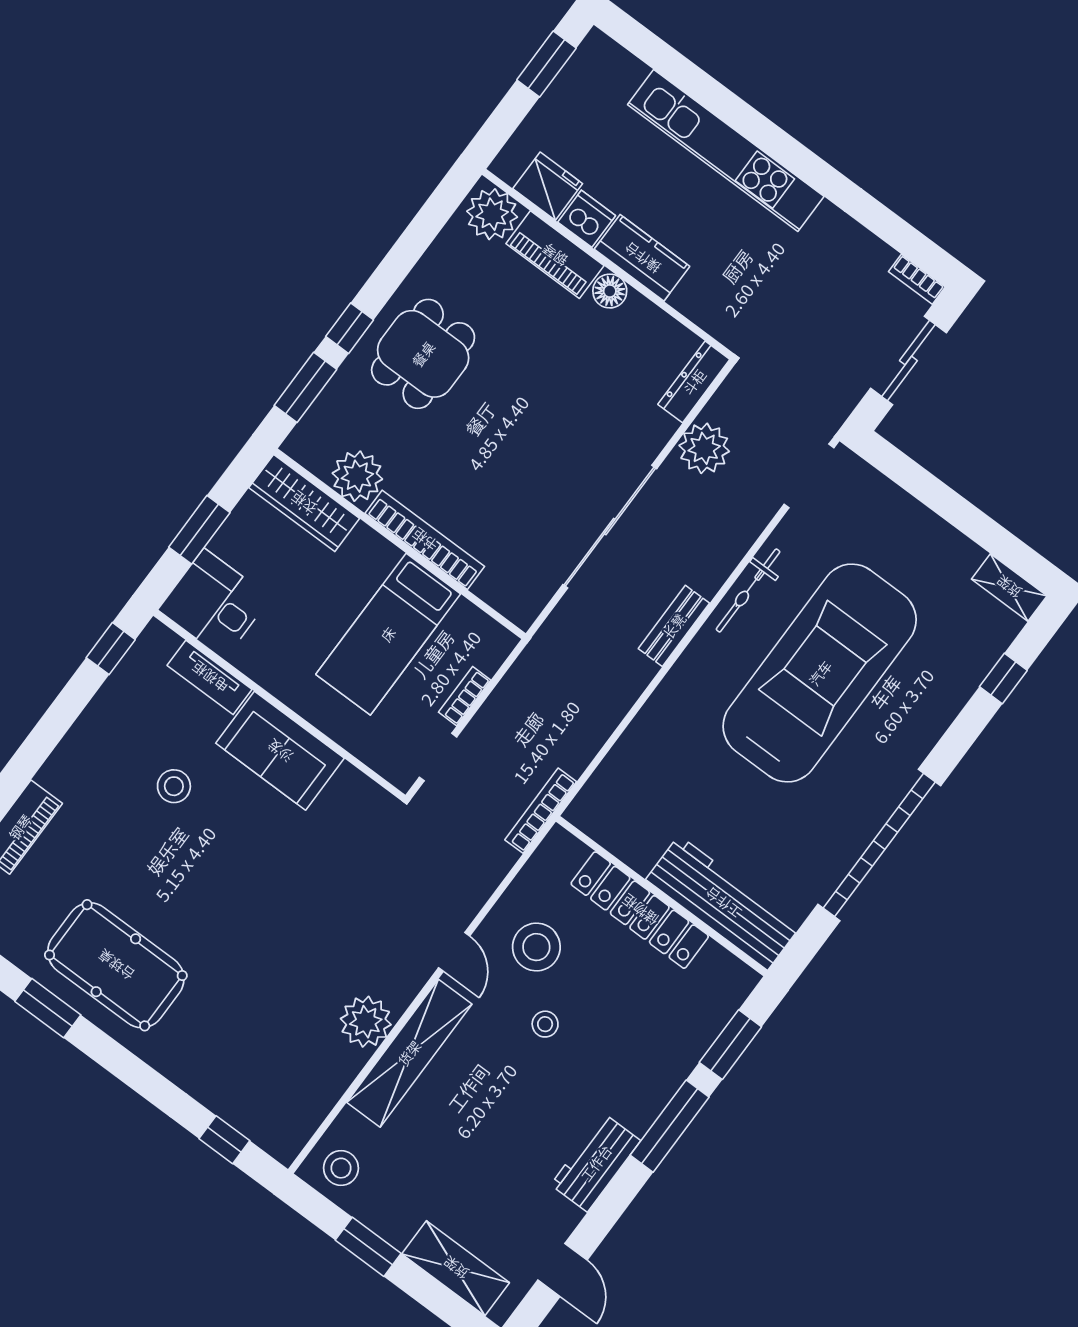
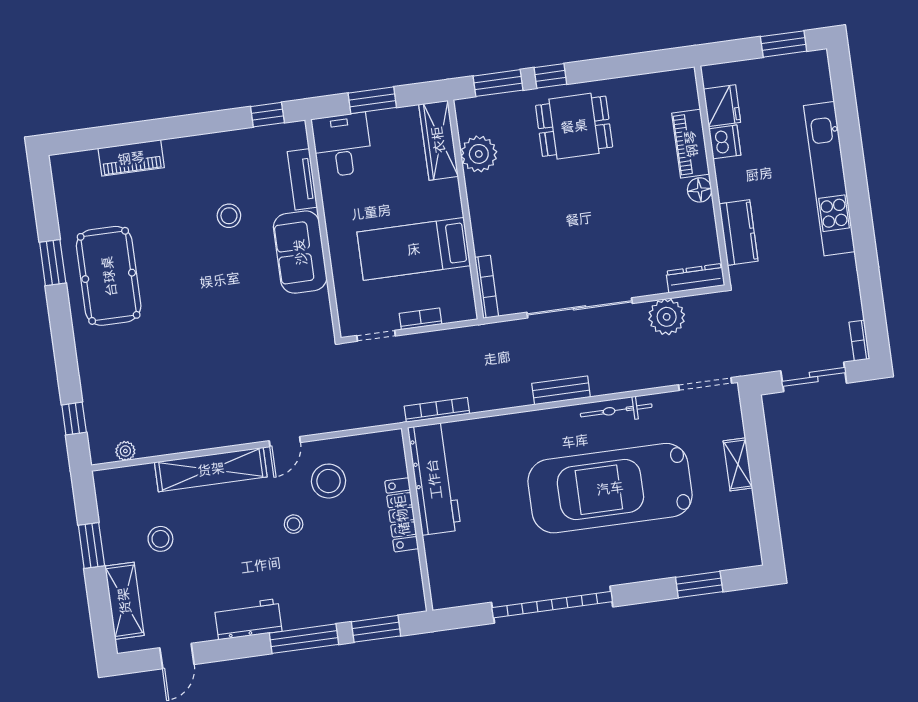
plant: (492, 214) -> (680, 91), removed
kitchen counter: (642, 258) -> (738, 232), moved
bookcase: (425, 540) -> (487, 287), moved, width x0.68, depth x0.76
shelving: (1009, 587) -> (738, 464), moved
car: (820, 673) -> (610, 488), turned 180
window: (1003, 678) -> (699, 585), width x1.50
bookcase: (541, 811) -> (437, 410), moved
workbench: (723, 903) -> (434, 479), moved
locker: (640, 910) -> (402, 515), width x0.71, depth x0.83
plant: (366, 1022) -> (125, 451), moved, width x0.53, depth x0.53
stool: (341, 1168) -> (160, 539), moved

